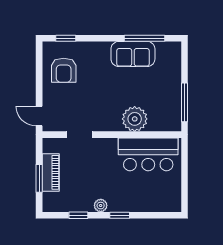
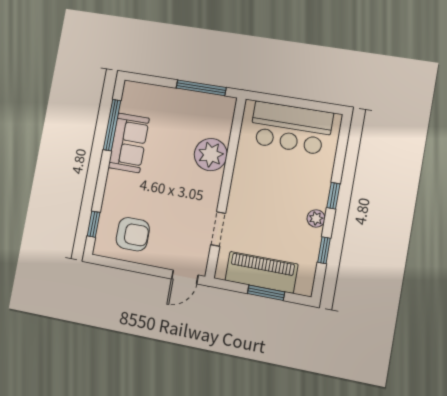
bar counter: (148, 154) -> (291, 128), moved, turned 90
piano: (51, 172) -> (261, 272), width x1.37, depth x1.33

